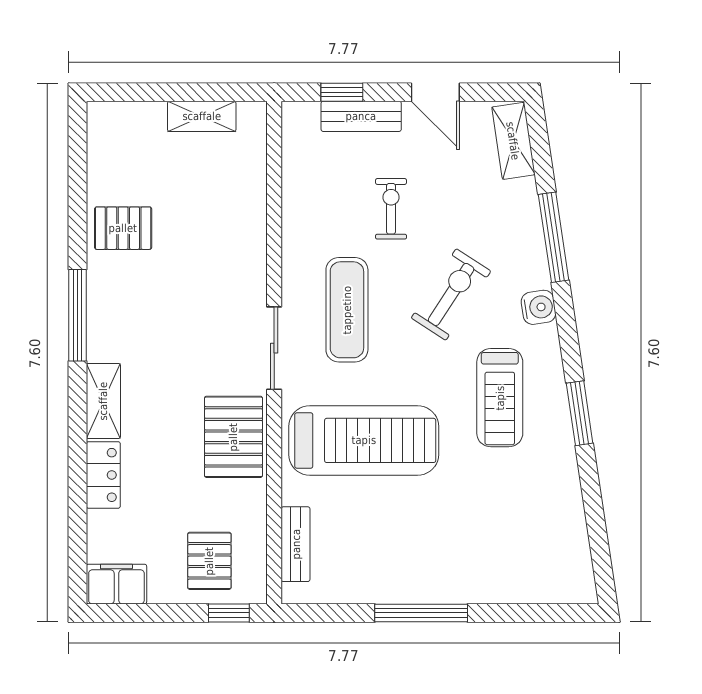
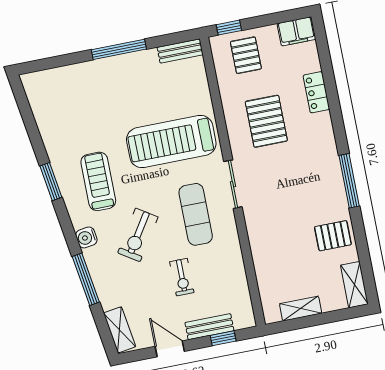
shelving: (103, 401) -> (354, 285), moved
pallet: (233, 437) -> (266, 121), moved
bench: (296, 544) -> (180, 51), moved, turned 90

